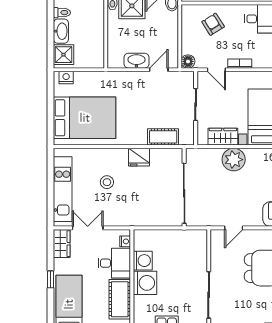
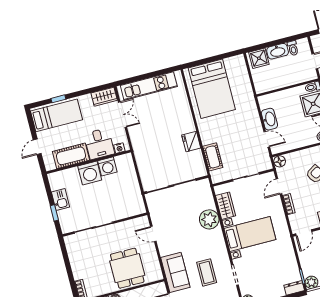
nightstand: (66, 78) -> (241, 65), removed
stool: (107, 182) -> (164, 121), removed
window: (51, 279) -> (58, 99), moved

